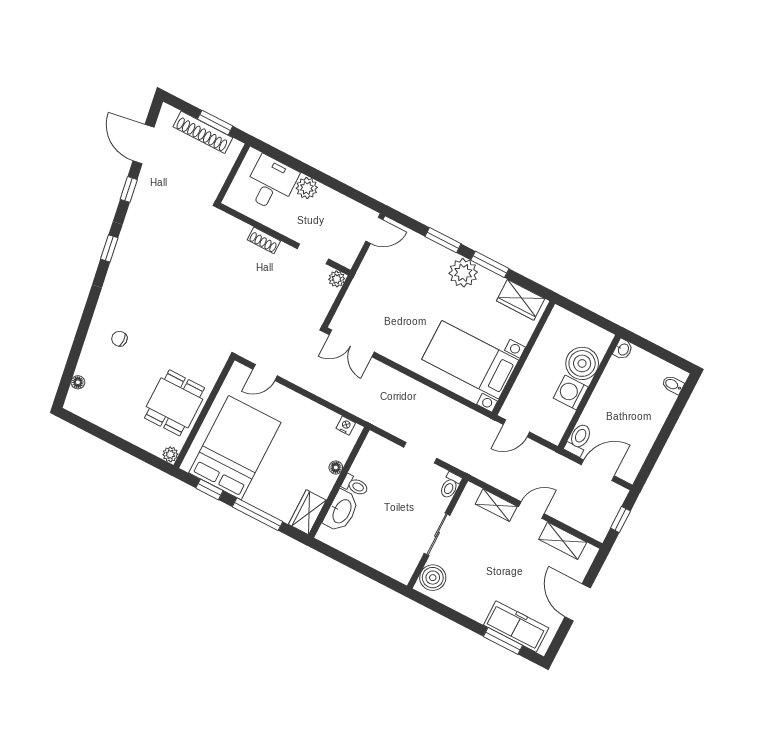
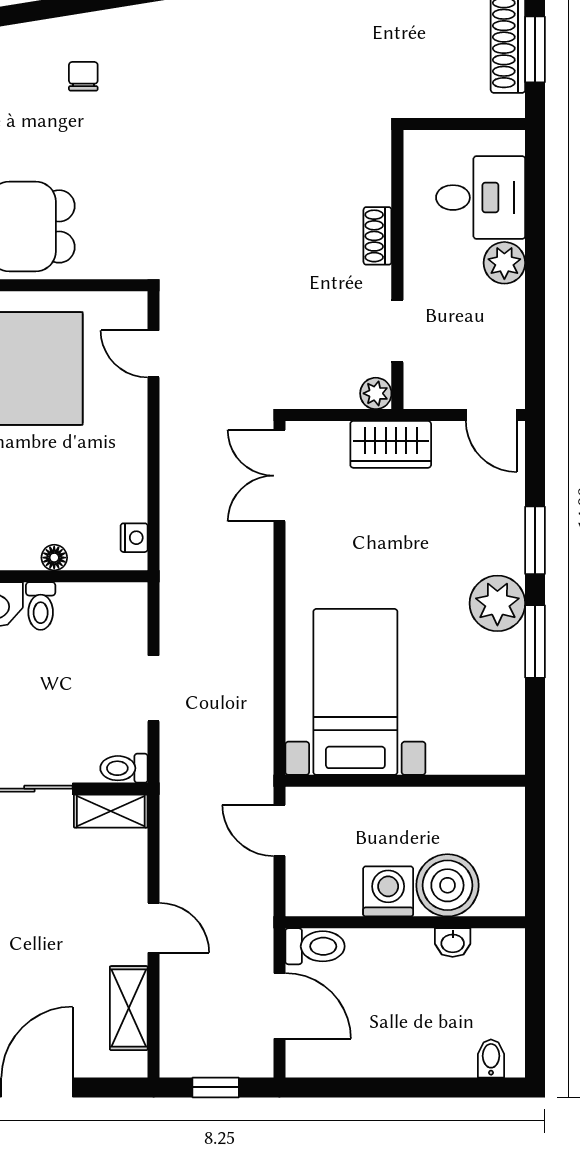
wardrobe: (521, 300) -> (391, 444), moved, turned -90
washbasin: (623, 349) -> (453, 943), moved
shelving: (496, 505) -> (111, 811), moved, turned 90

